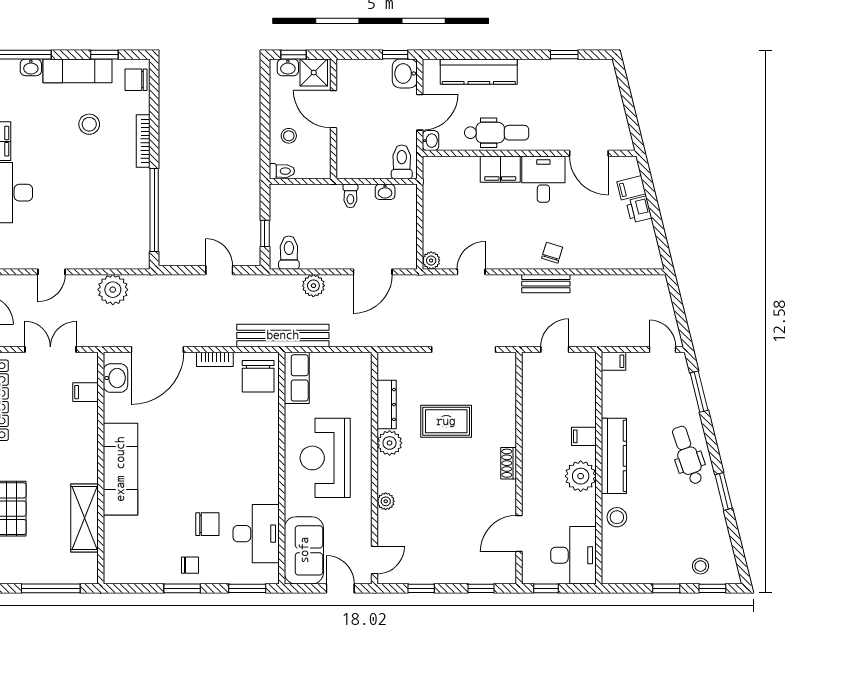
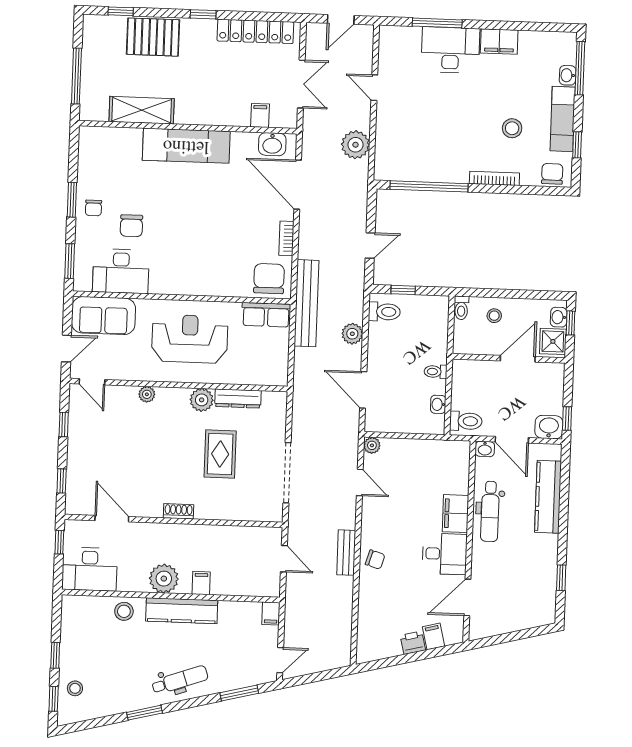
chair: (258, 376) -> (269, 279), turned 90

